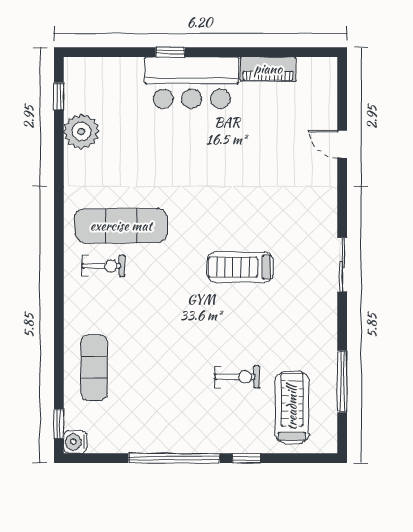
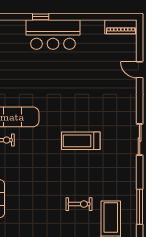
piano: (268, 69) -> (121, 27), moved

